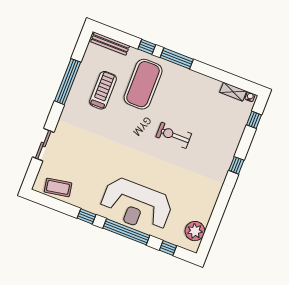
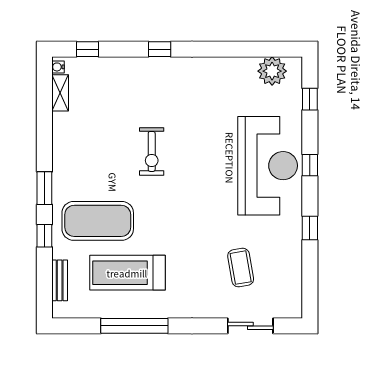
bench: (110, 44) -> (60, 280), width x0.73
window: (177, 58) -> (44, 188), width x0.69
treadmill: (103, 90) -> (127, 273), width x1.37, depth x1.38
sliding door: (43, 145) -> (250, 326), moved
coffee table: (58, 187) -> (241, 268), moved
window: (126, 232) -> (310, 165), width x0.32

